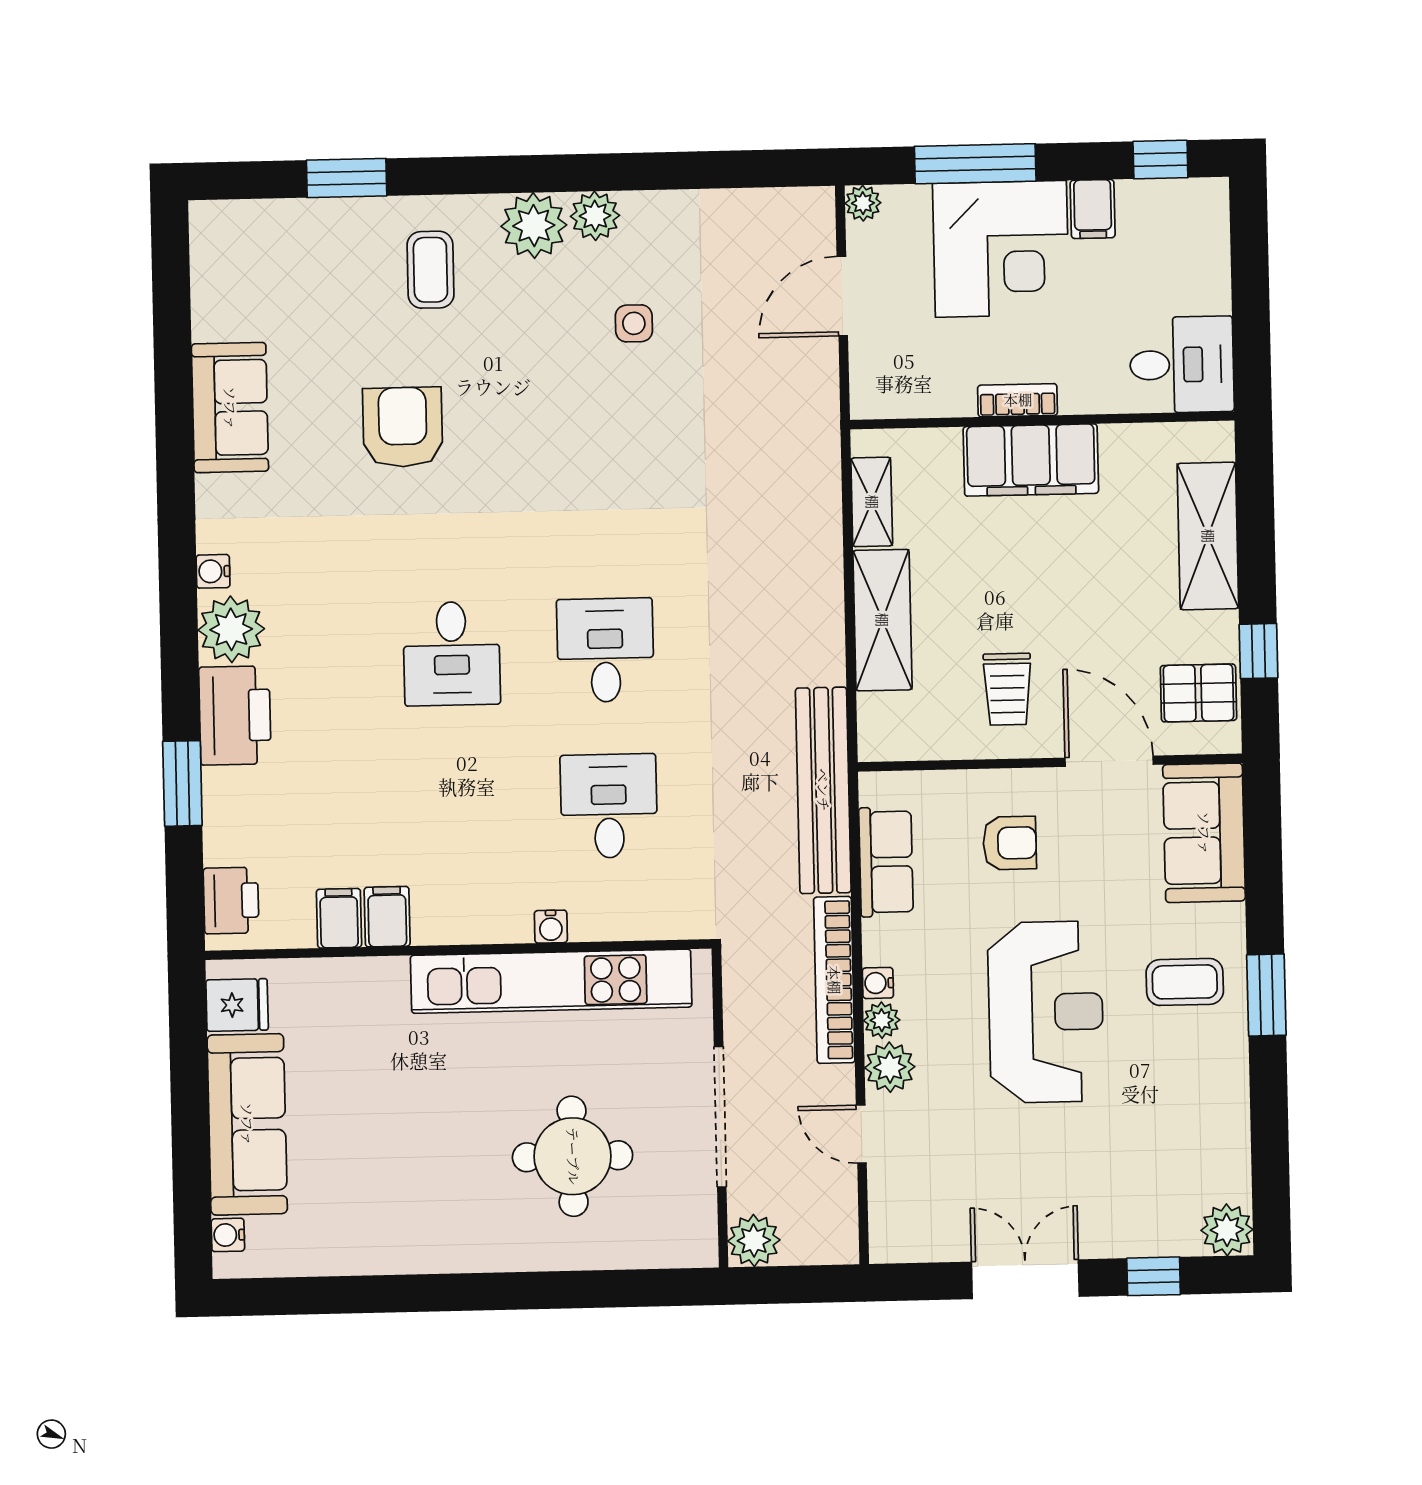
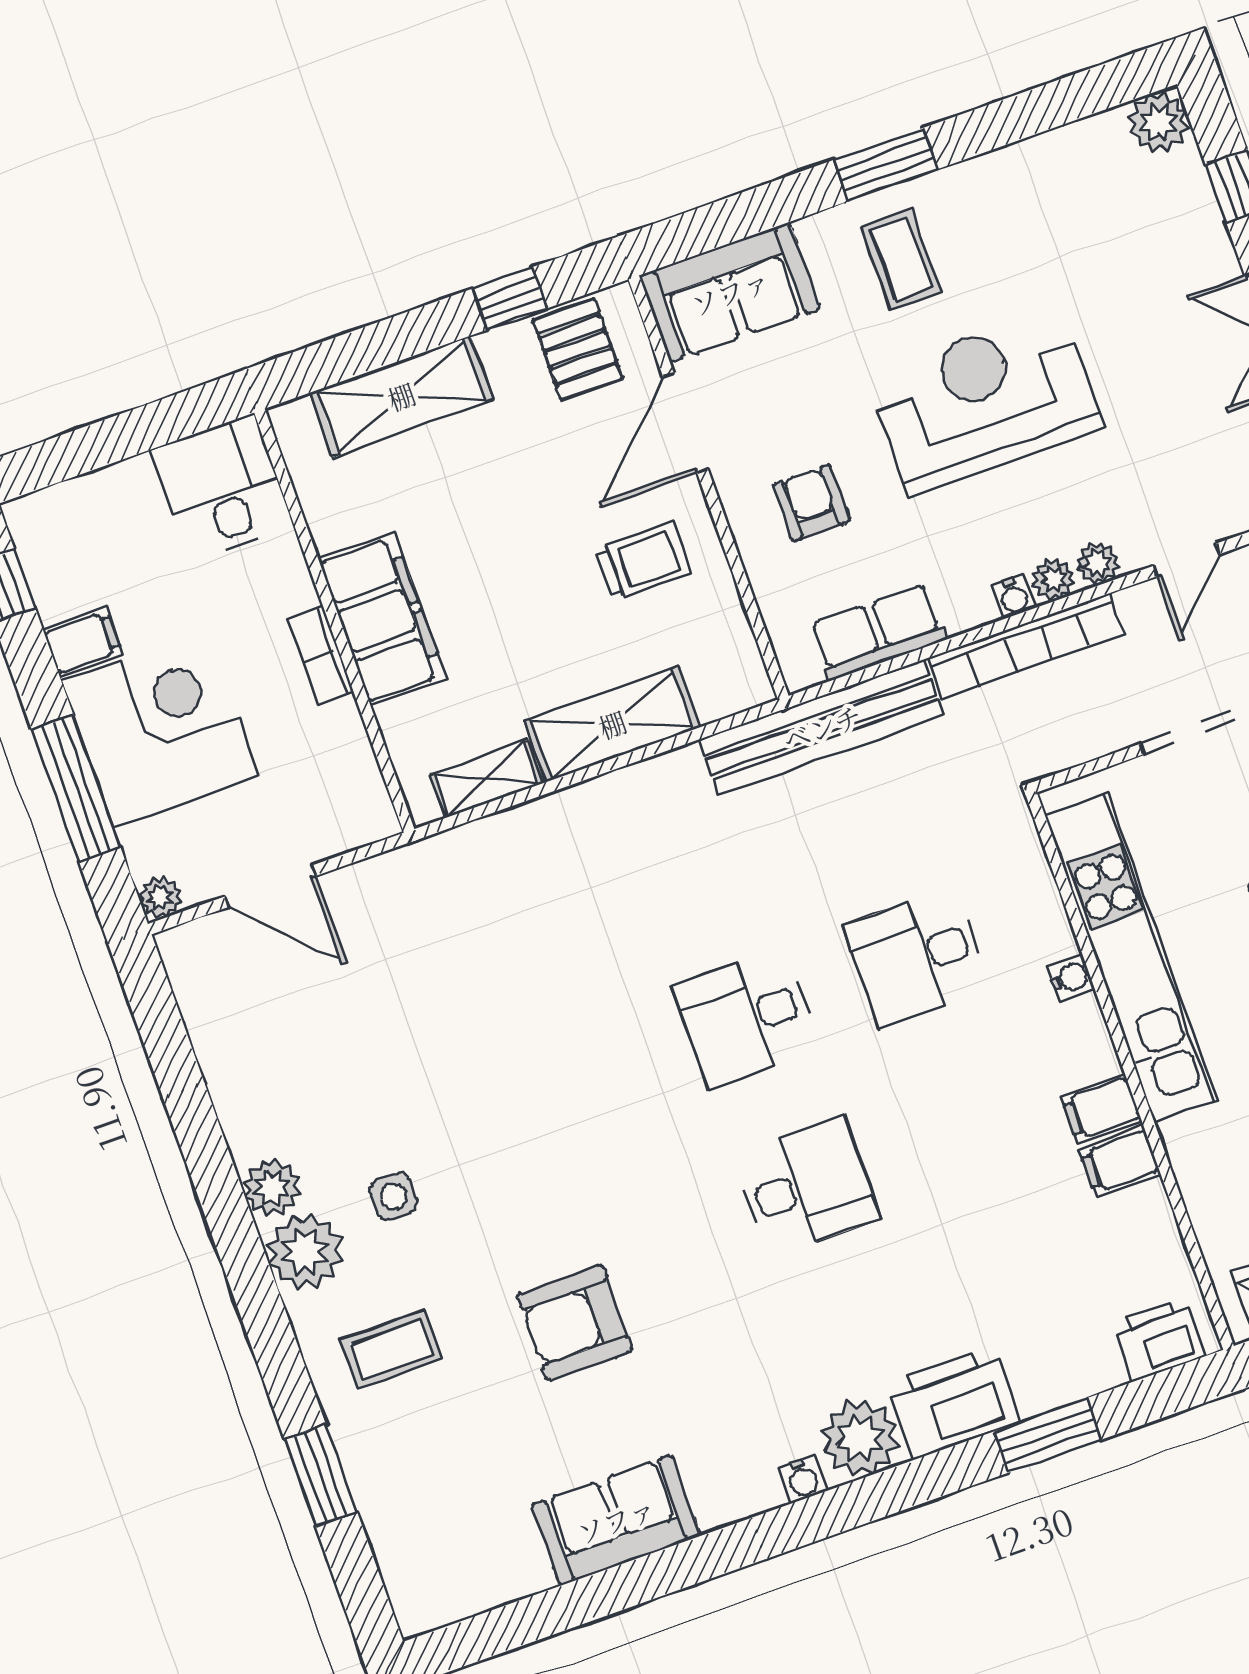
side table: (634, 323) -> (394, 1196), moved
filing cabinet: (339, 918) -> (1101, 1109), moved
plant: (890, 1067) -> (1097, 563), width x0.73, depth x0.73

